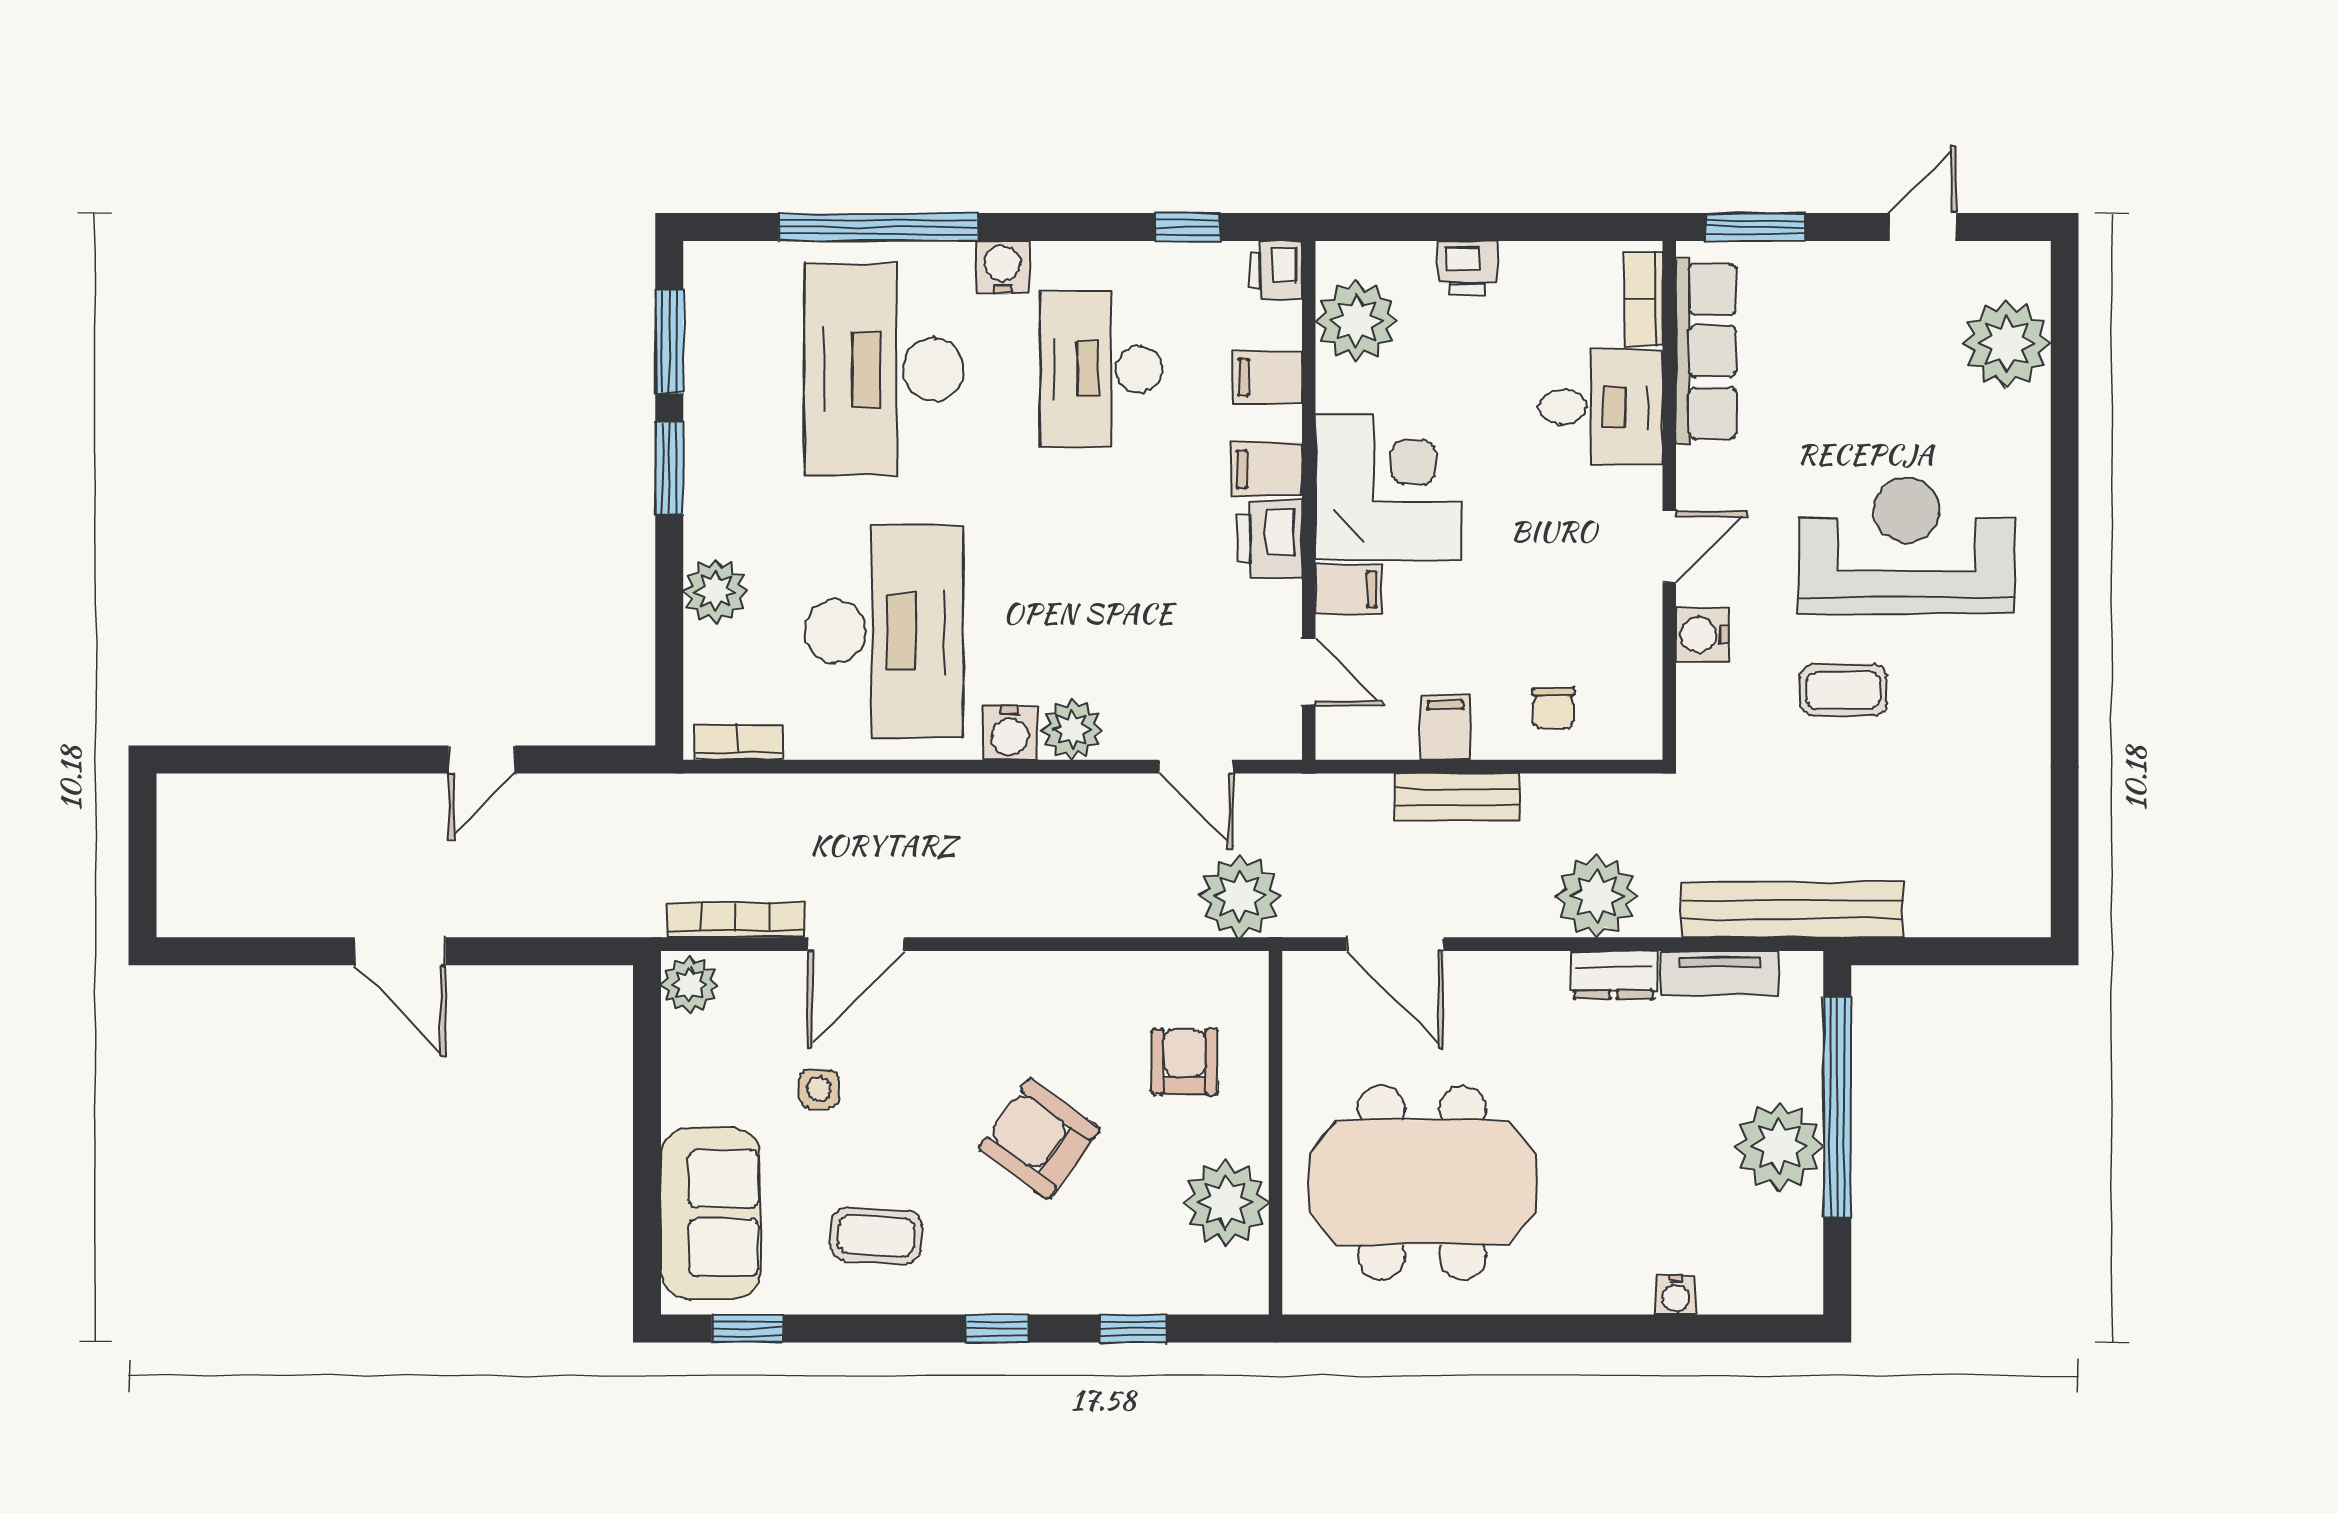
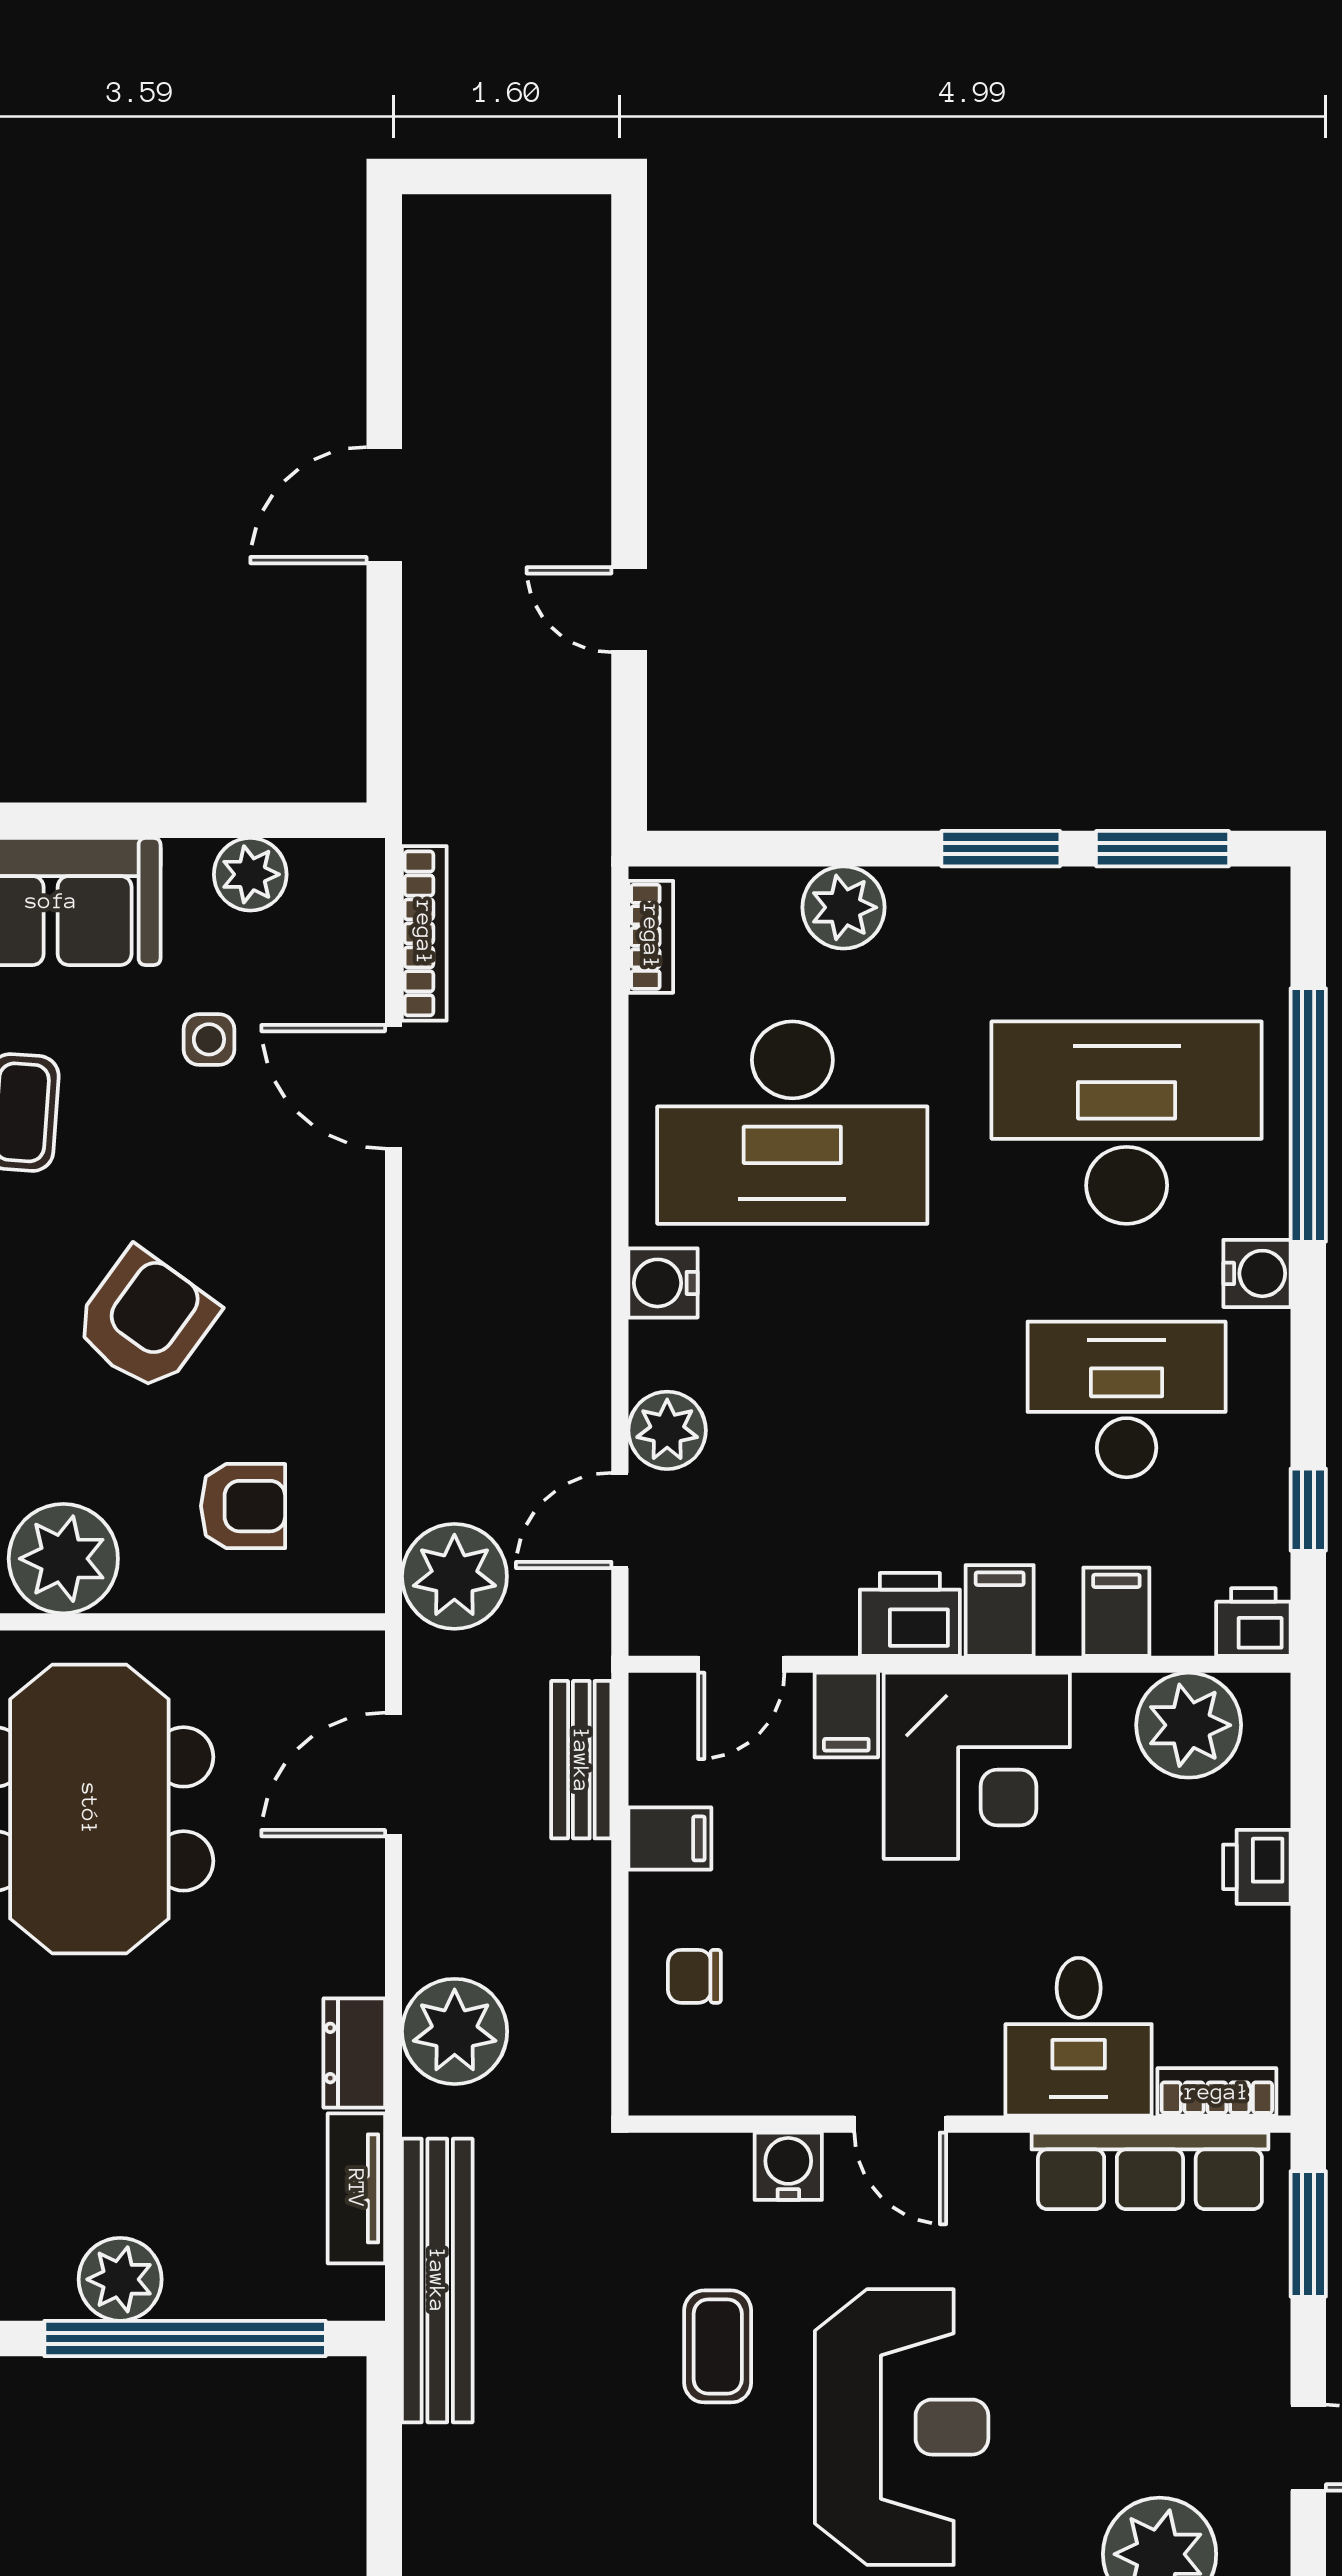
plant: (1072, 730) -> (667, 1430), moved
bench: (1457, 797) -> (581, 1760), moved
plant: (689, 984) -> (250, 874), moved
plant: (1779, 1147) -> (120, 2279), width x0.73, depth x0.73

